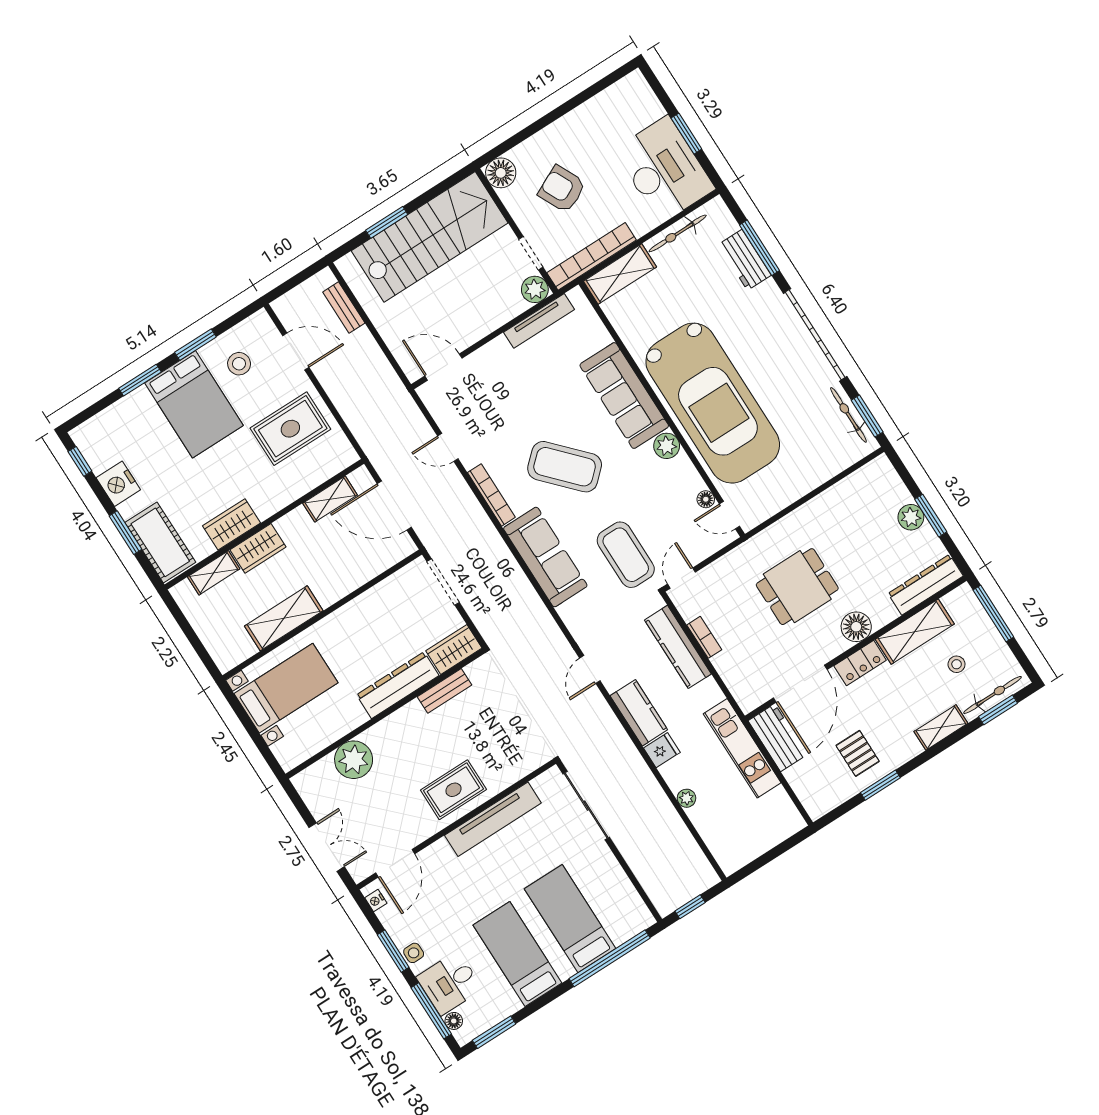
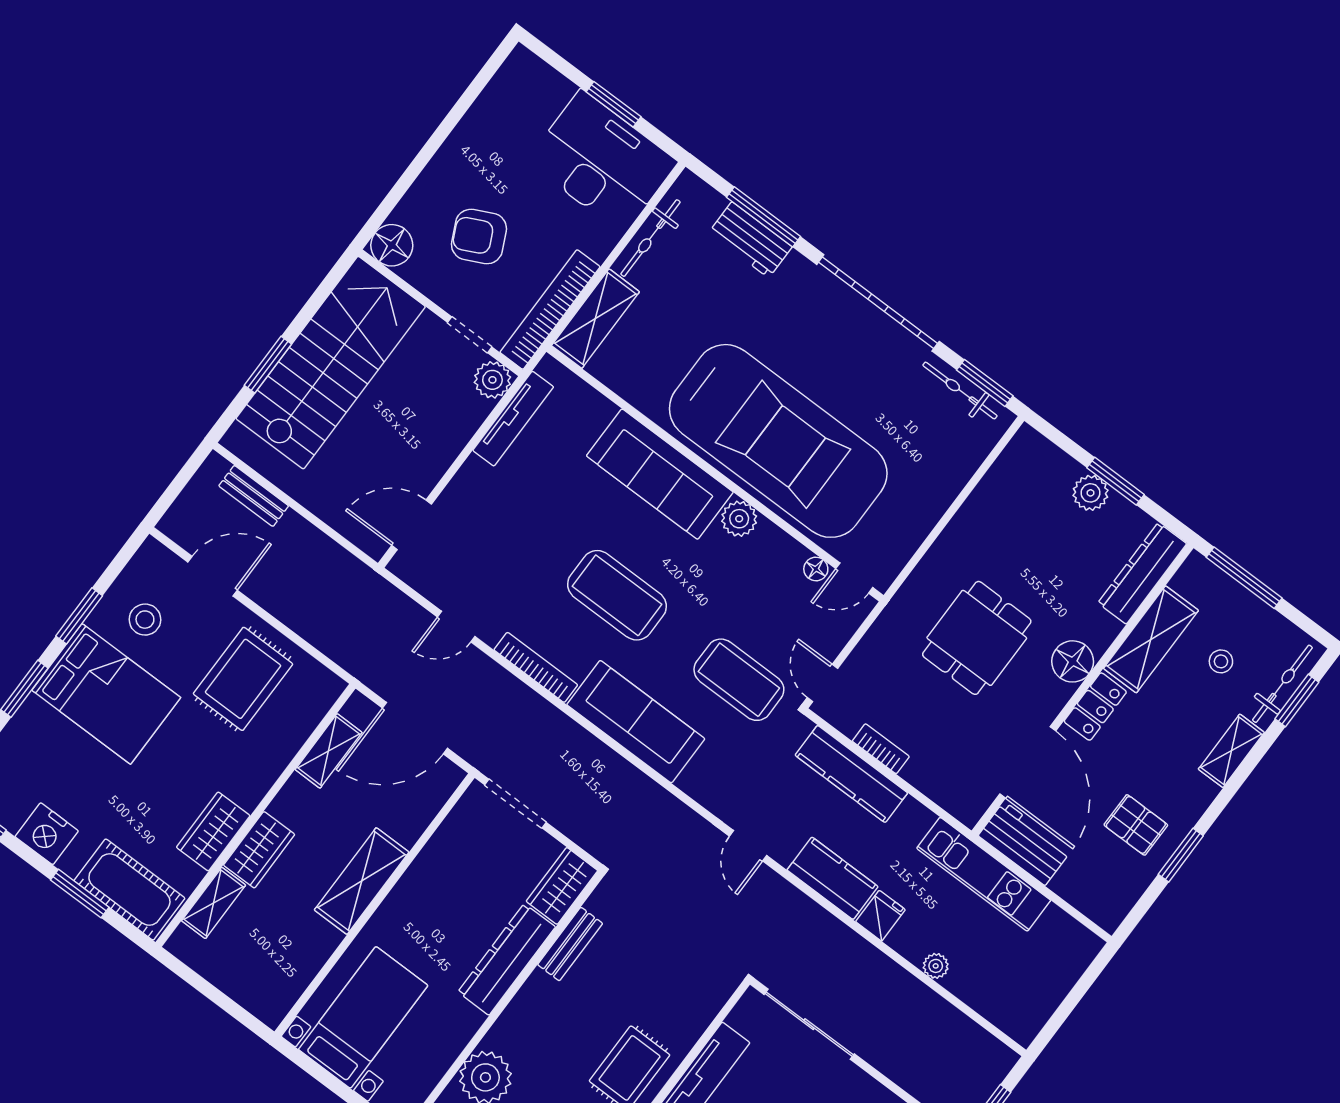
coffee table: (565, 467) -> (617, 595), turned 43
shelving: (284, 618) -> (362, 881), moved

